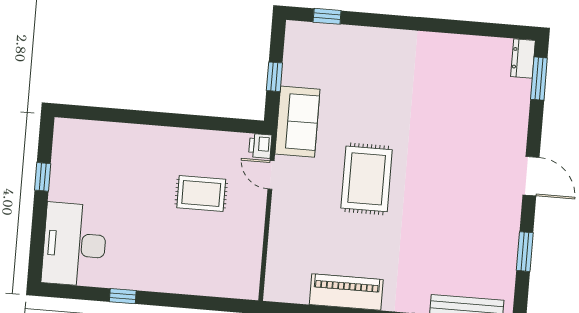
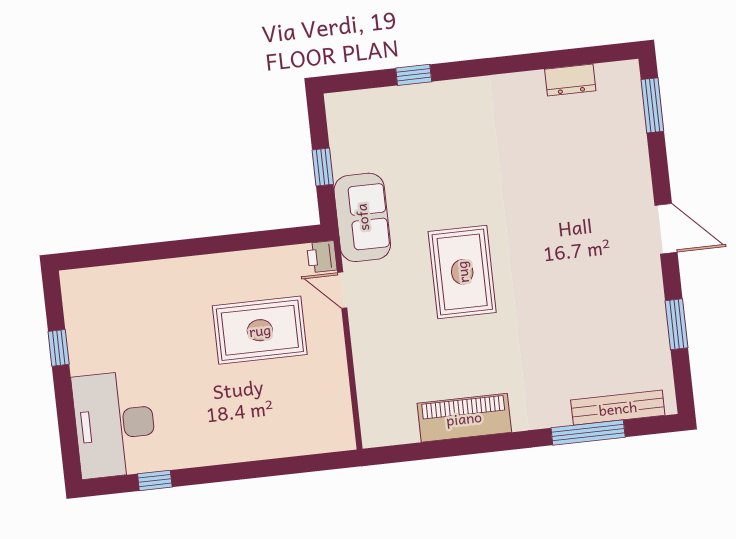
window: (327, 16) -> (414, 75), moved
dresser: (523, 58) -> (570, 80), moved, turned -90
rug: (201, 193) -> (260, 330), width x1.36, depth x1.43
window: (123, 296) -> (155, 480), moved

